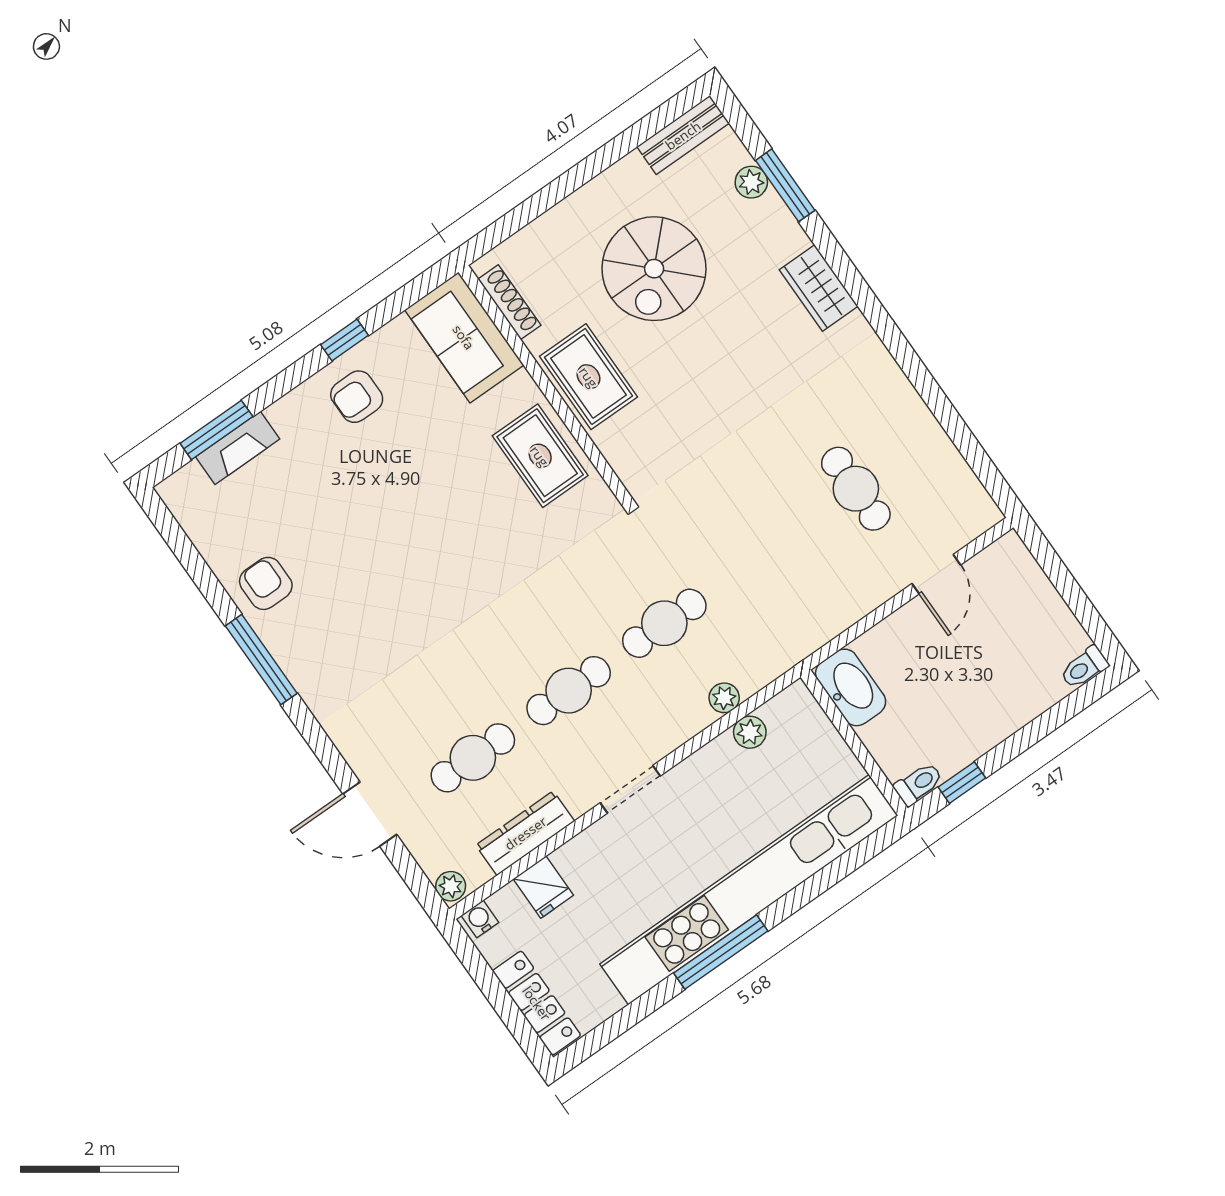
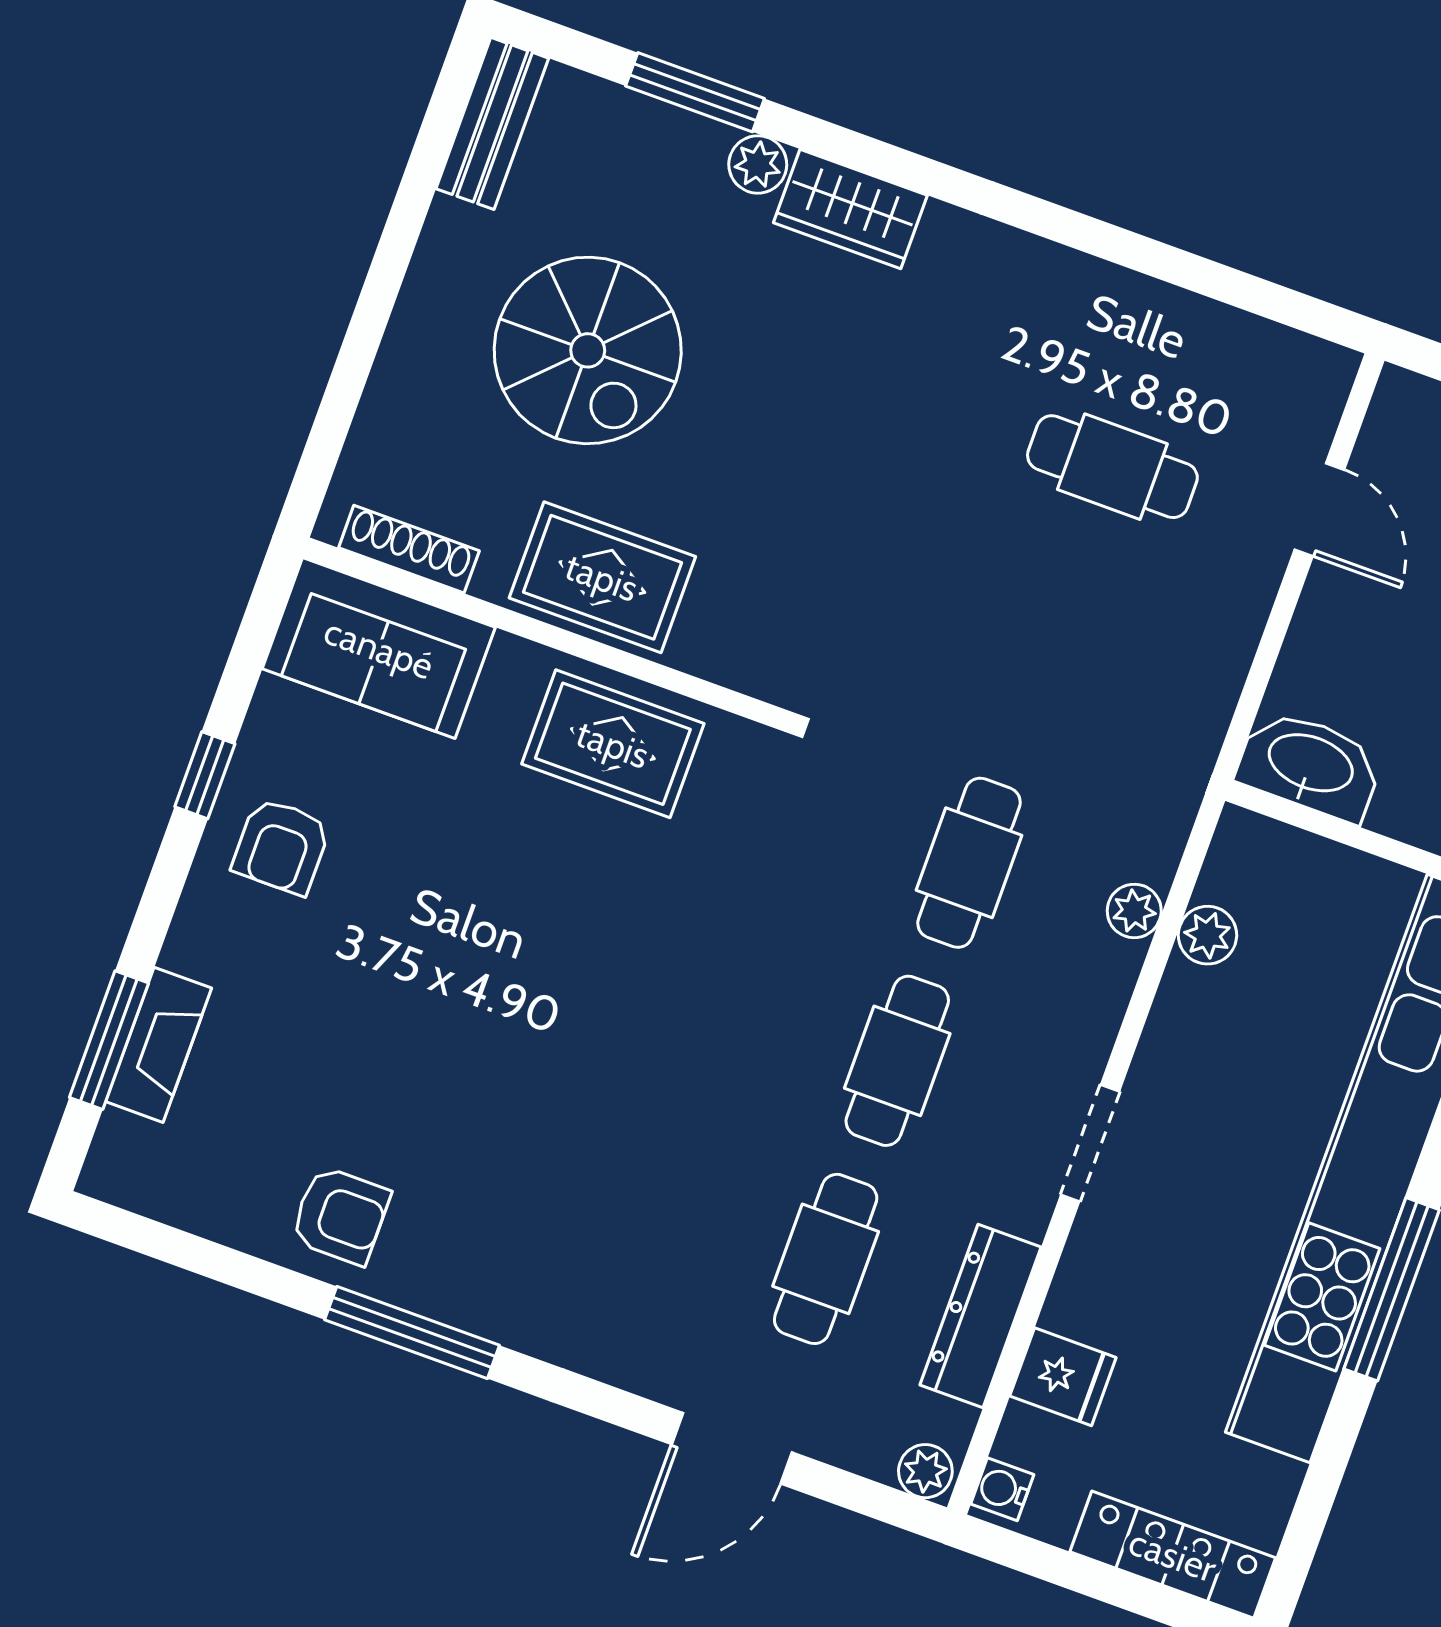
plant: (751, 182) -> (758, 164), moved
armchair: (266, 583) -> (340, 1215), turned 180

